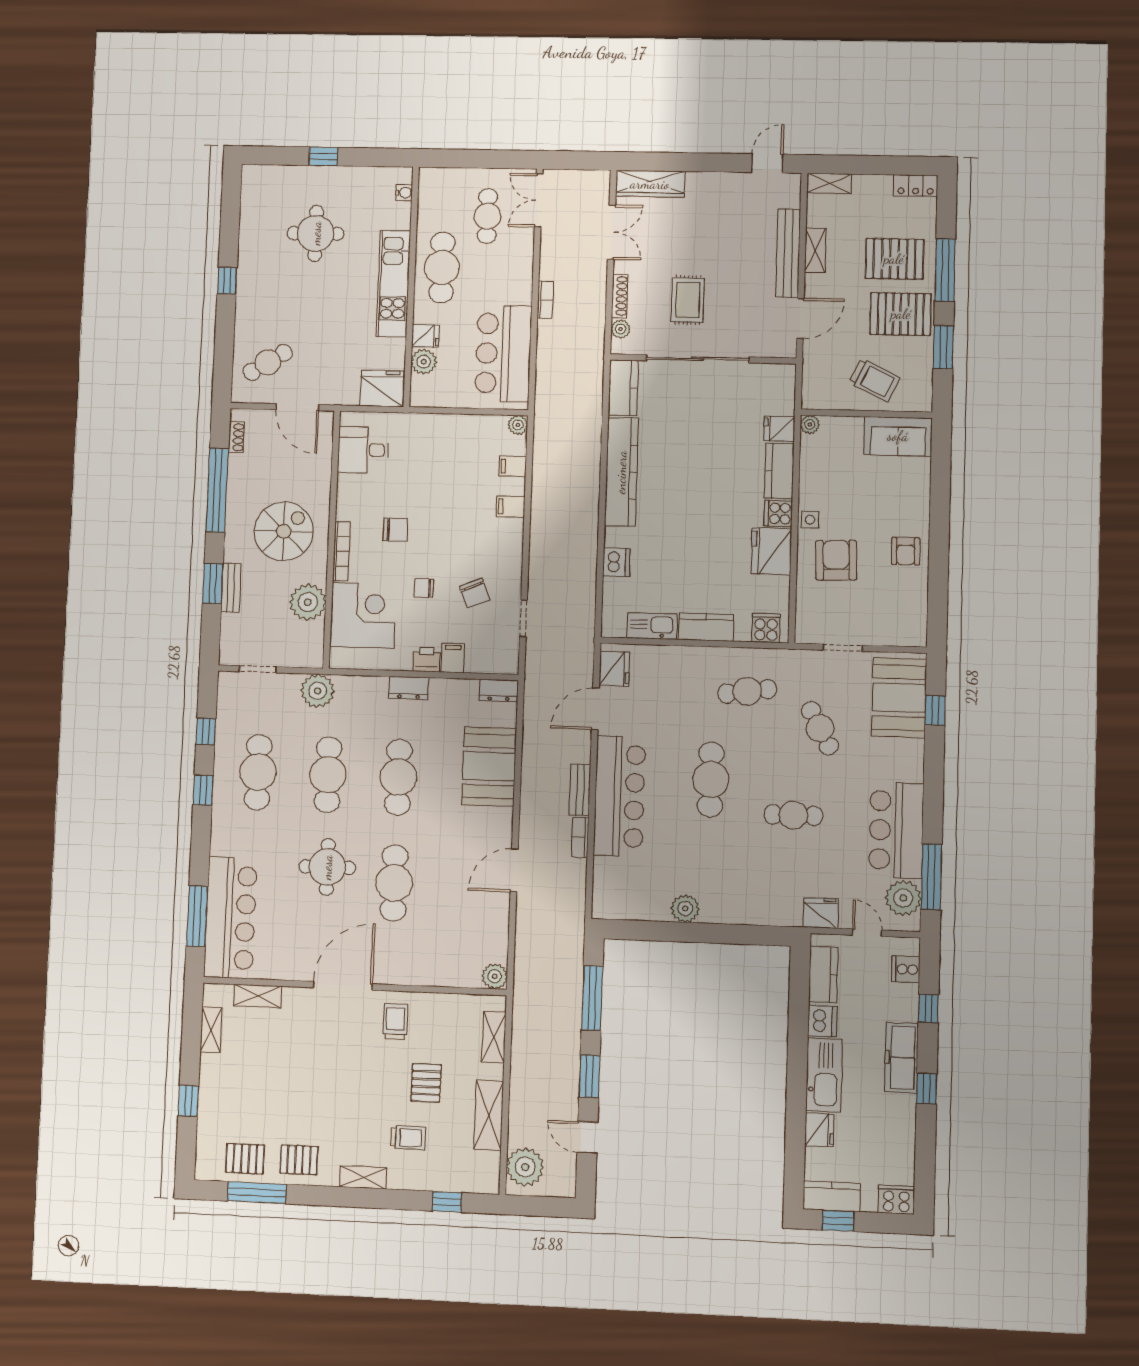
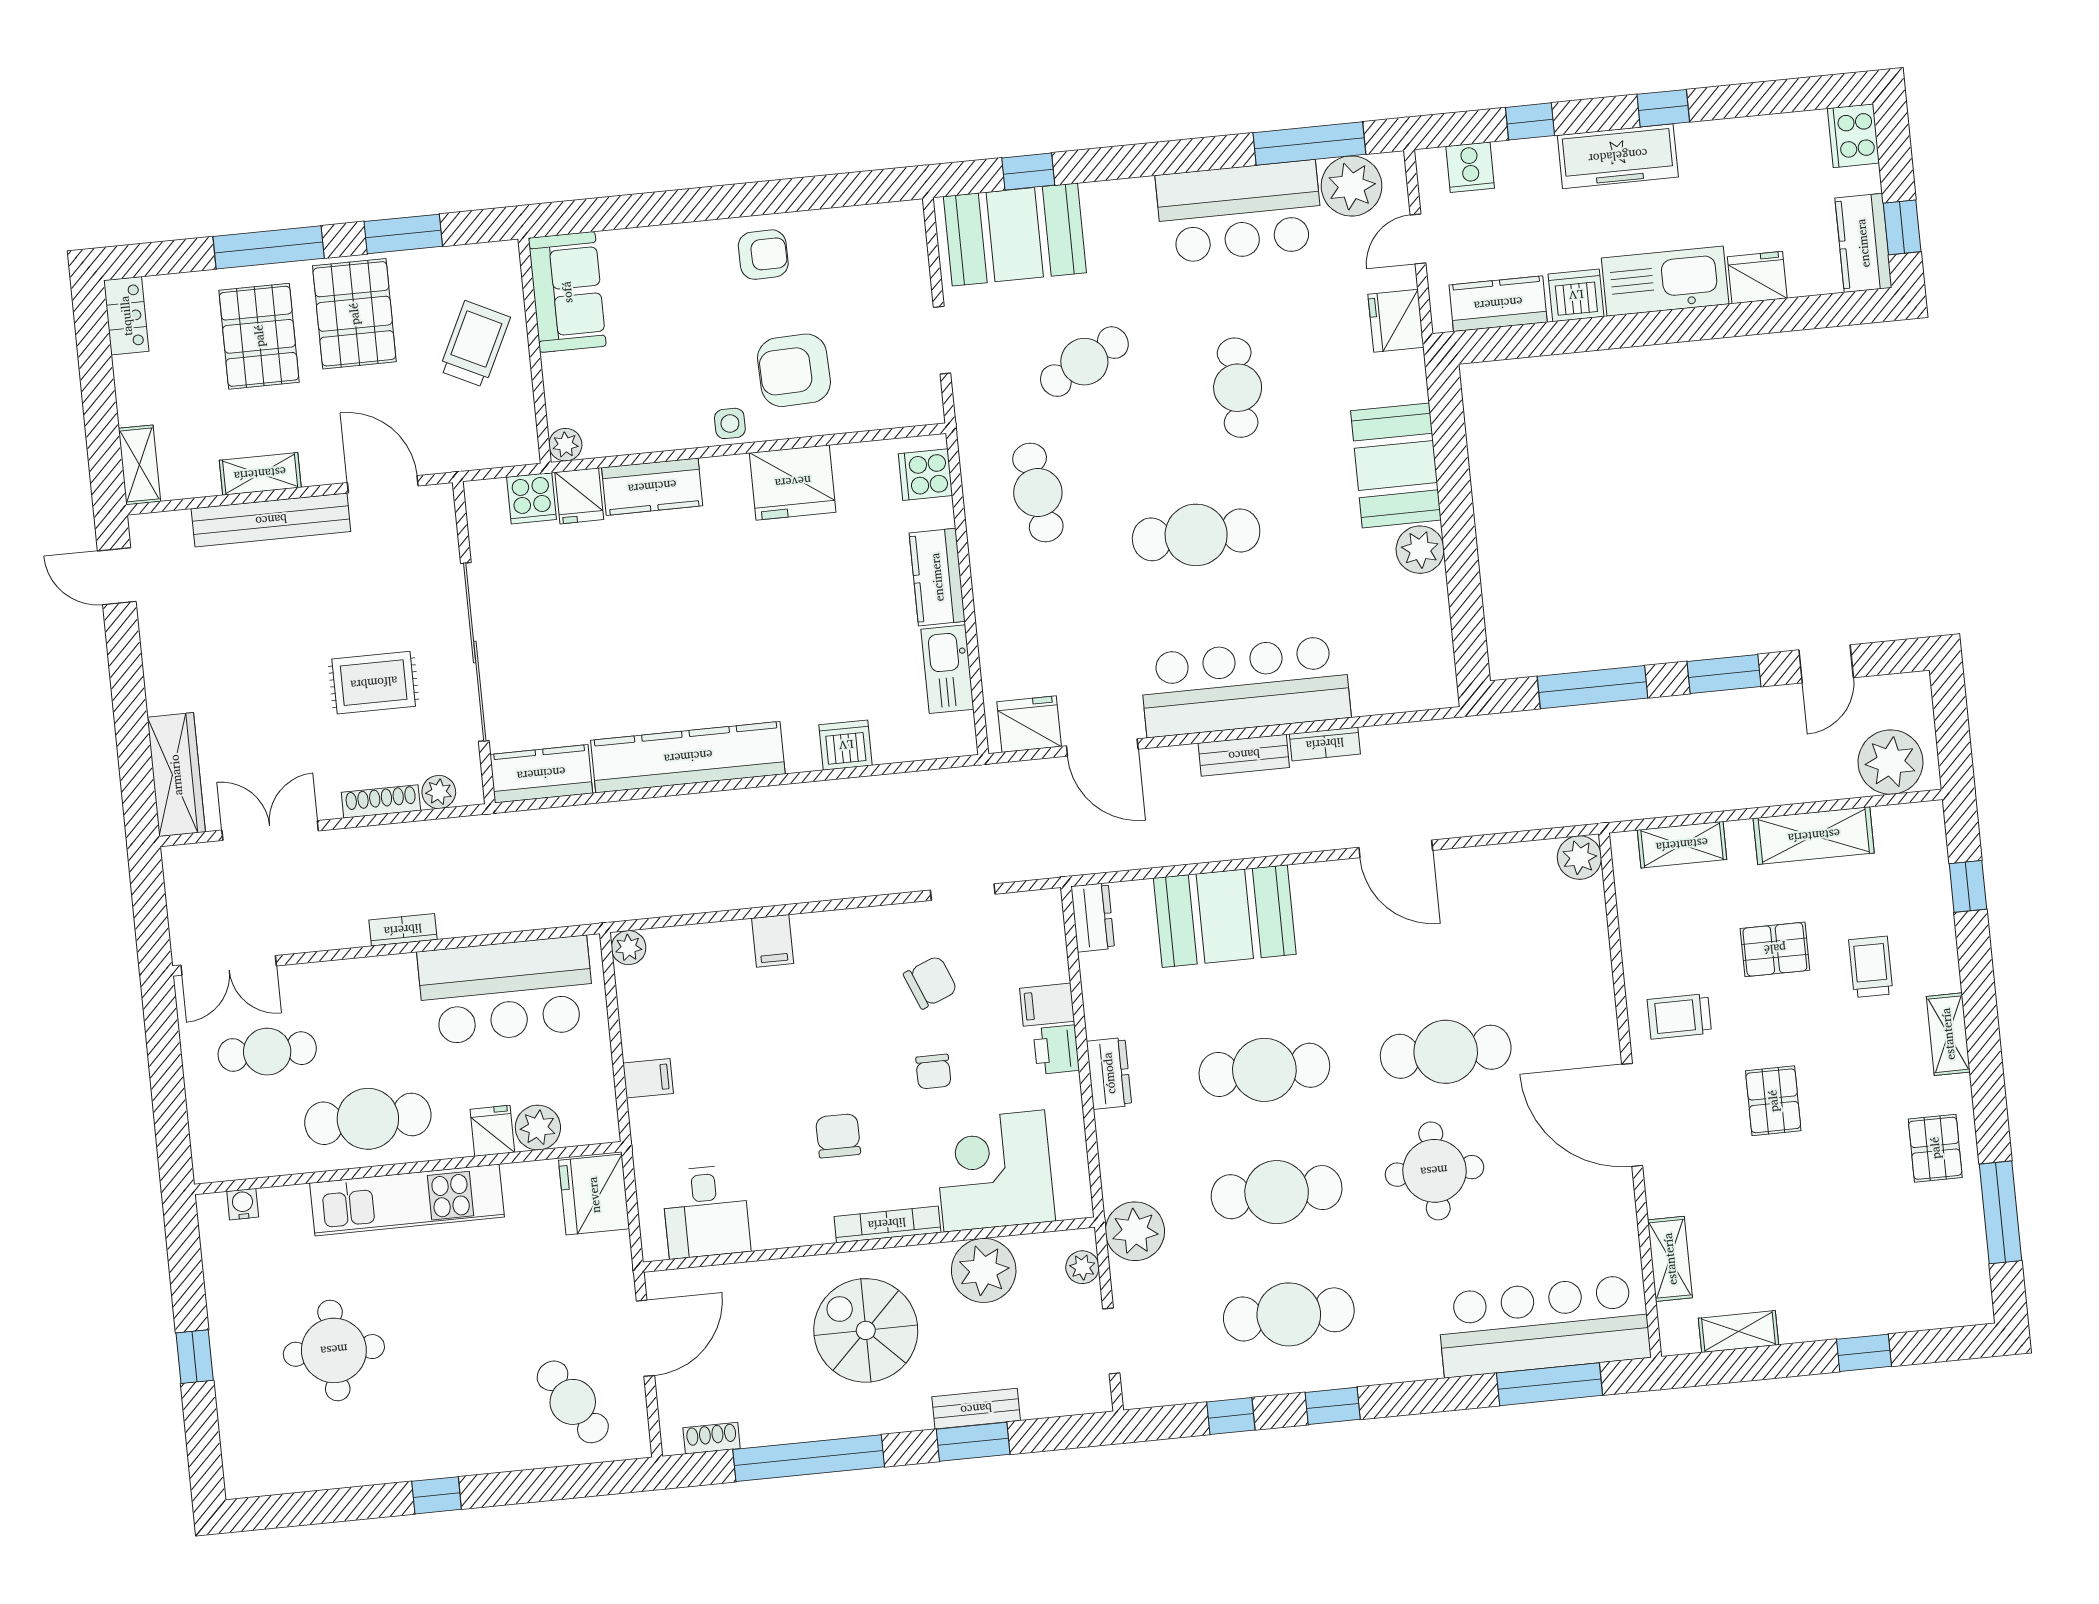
filing cabinet: (513, 466) -> (648, 1078), moved, turned -90
cooker: (778, 513) -> (531, 498), moved
plant: (302, 658) -> (1082, 1267), added
booth: (736, 901) -> (1396, 465), added
pallet: (245, 1159) -> (1773, 1101), moved

